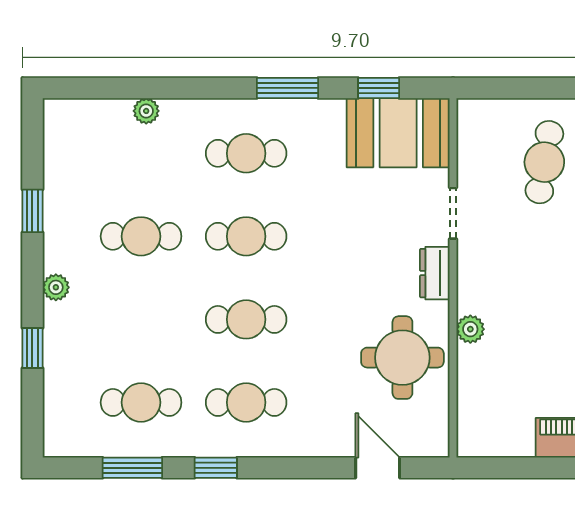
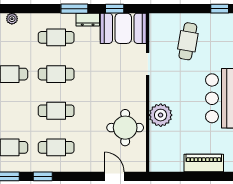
dresser: (435, 273) -> (88, 20), moved, turned -90
plant: (470, 329) -> (161, 115), width x1.87, depth x1.87

